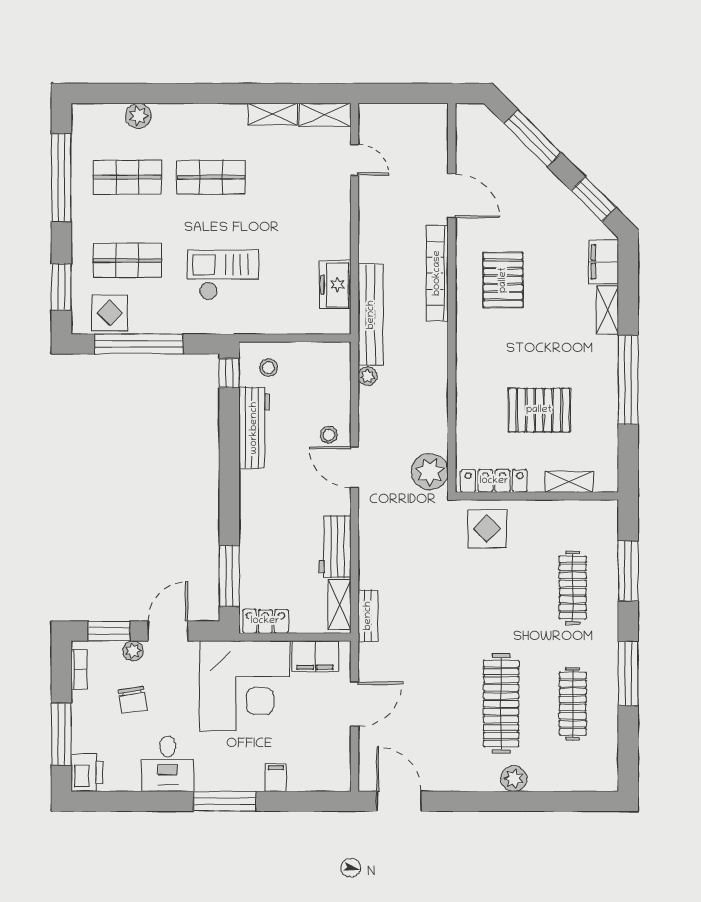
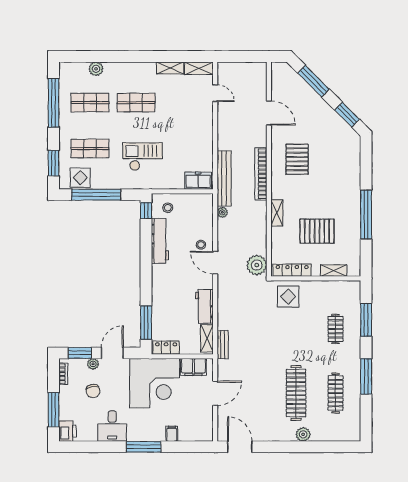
filing cabinet: (604, 262) -> (353, 149), removed
bookcase: (437, 273) -> (261, 174), moved
freezer: (335, 285) -> (198, 181), moved, turned 90
shelving: (608, 310) -> (277, 213), moved
clothes rail: (573, 588) -> (336, 329), width x0.73

